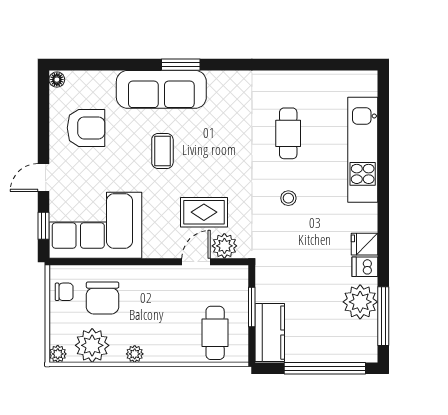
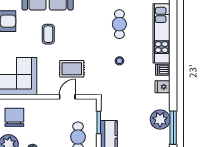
plant: (224, 246) -> (83, 88), removed
dishwasher: (365, 267) -> (163, 70), moved
chair: (103, 298) -> (14, 117), turned 180

